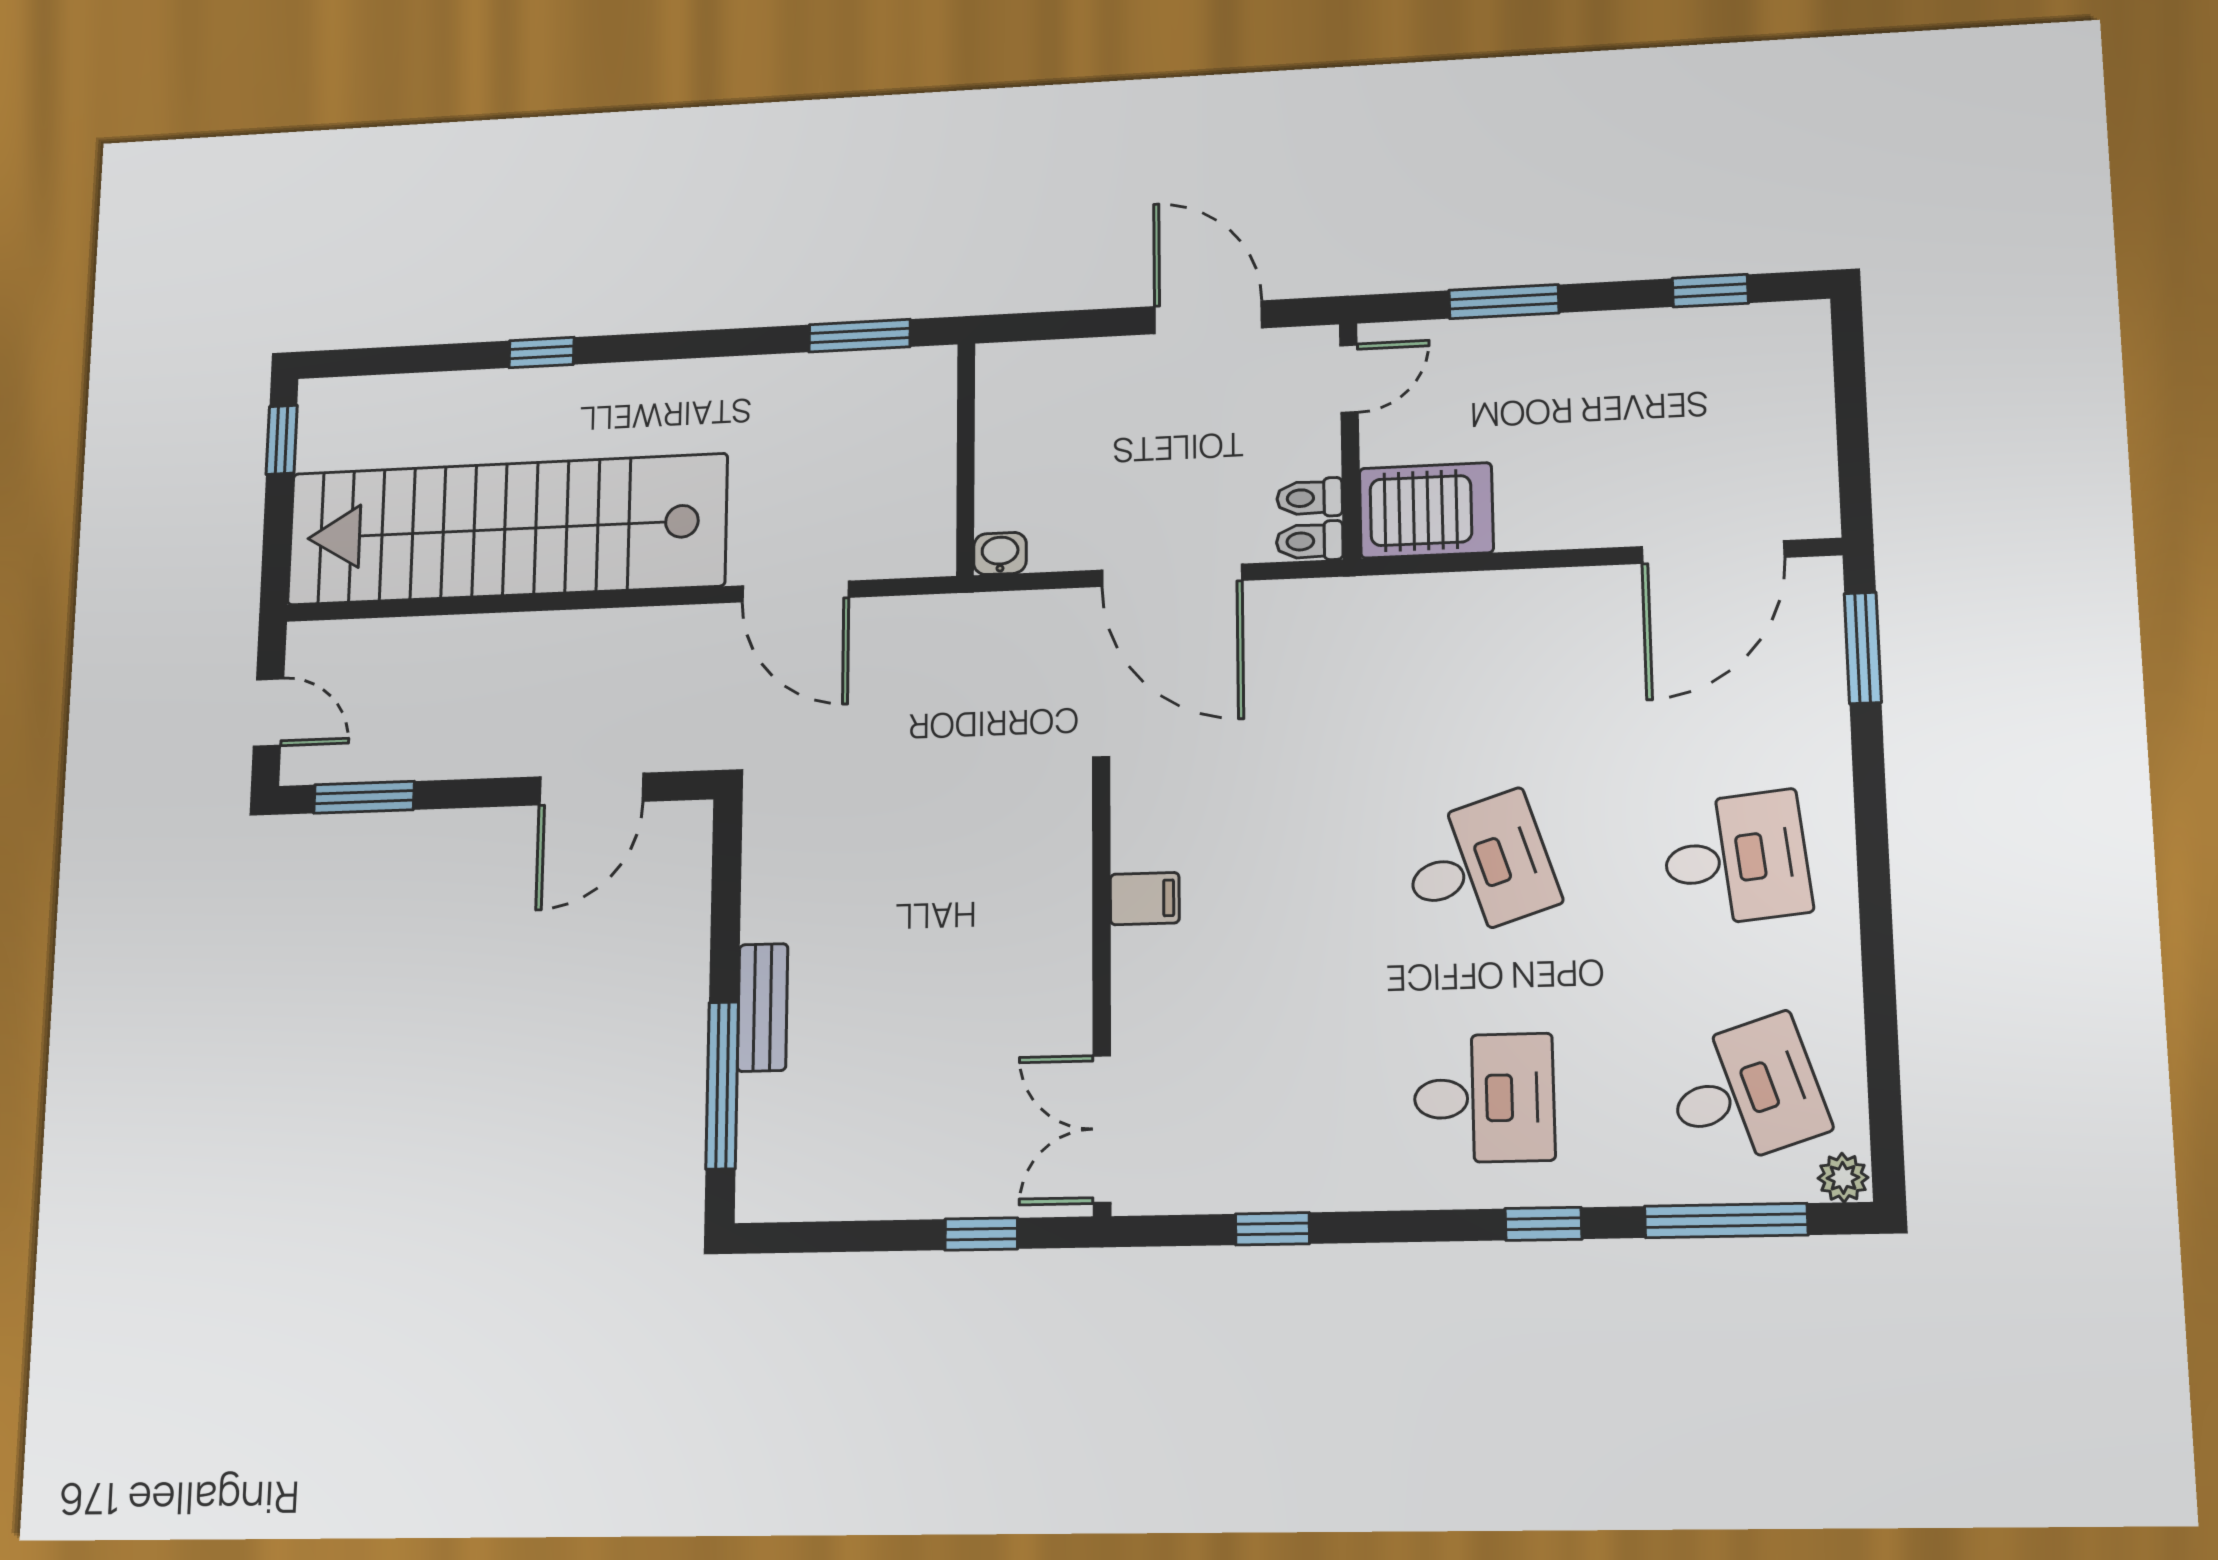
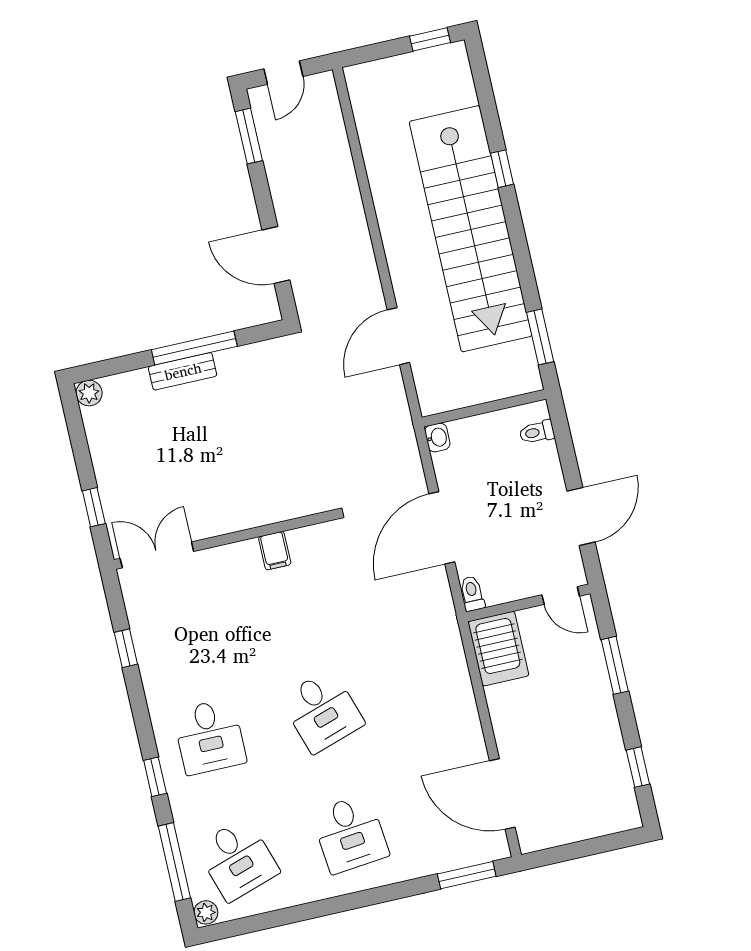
toilet: (1309, 498) -> (537, 432), moved, turned -90
stairs: (507, 529) -> (471, 229), moved, turned 180
window: (722, 1085) -> (194, 348), moved
plant: (760, 1197) -> (89, 393), added

